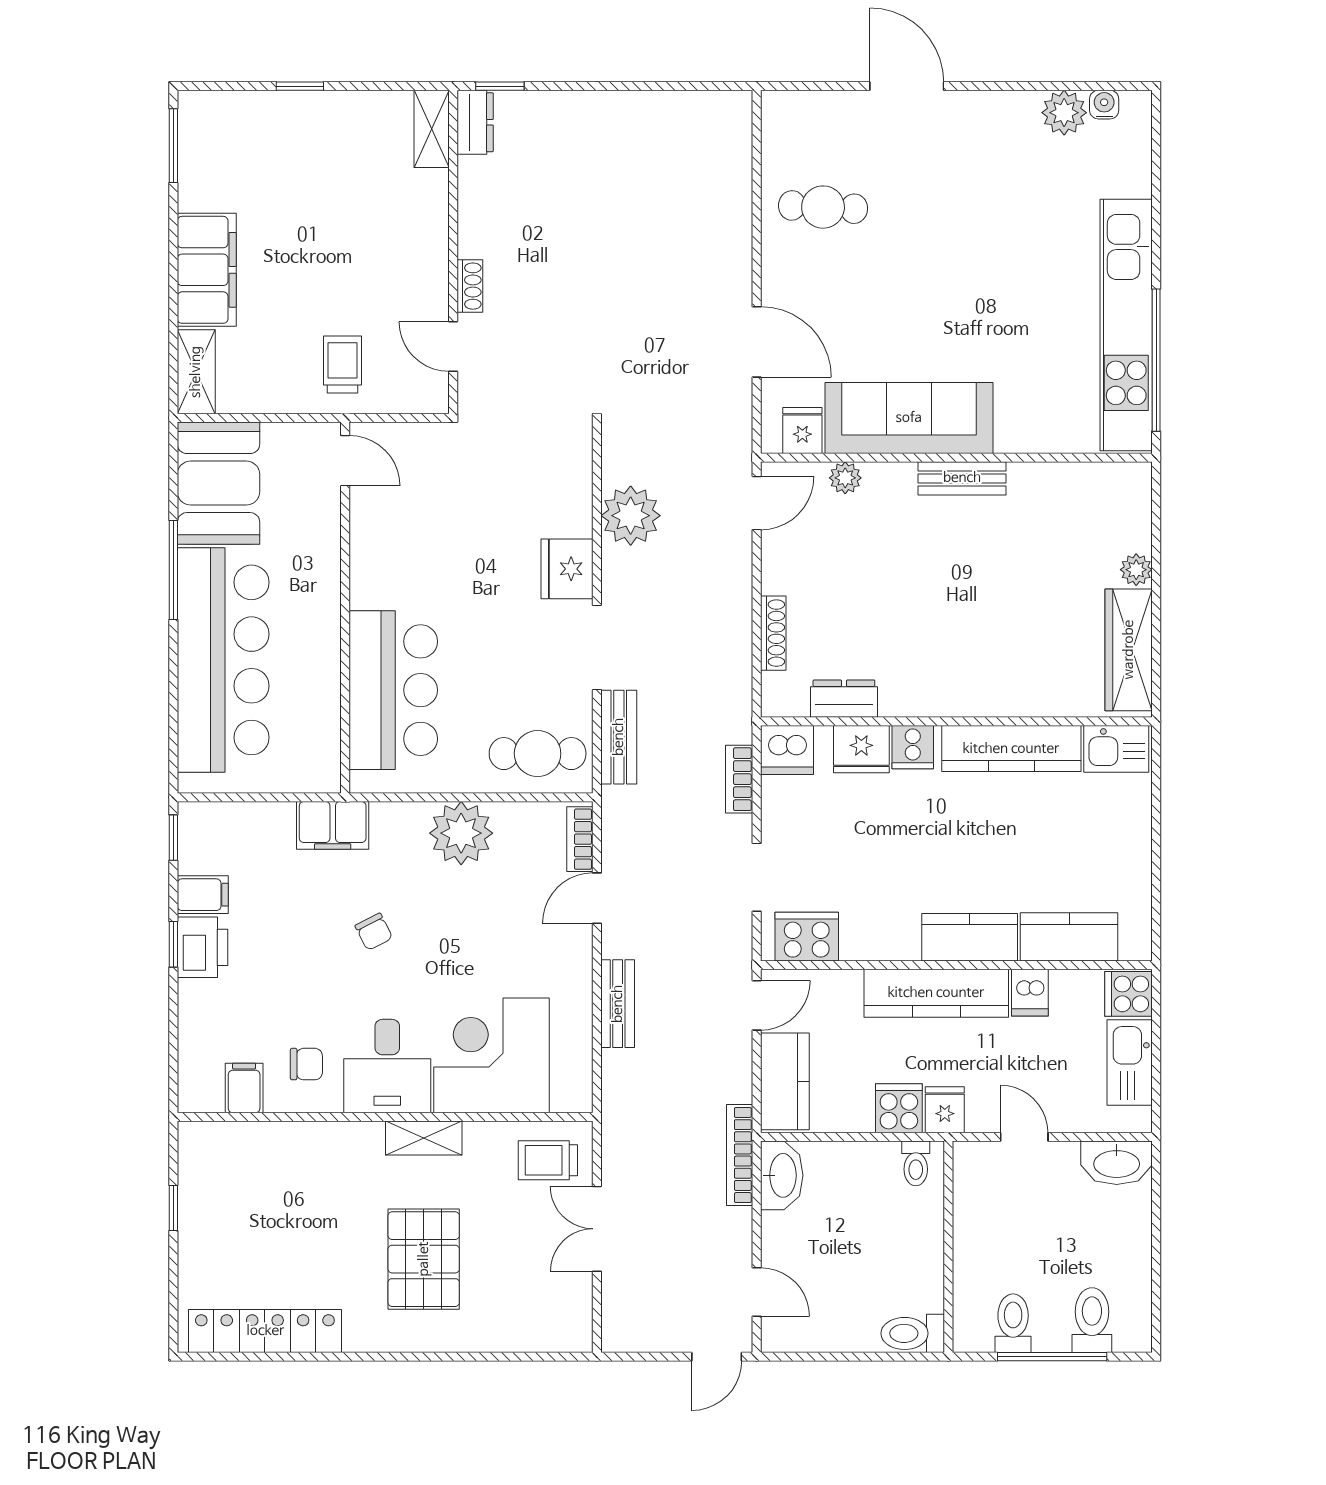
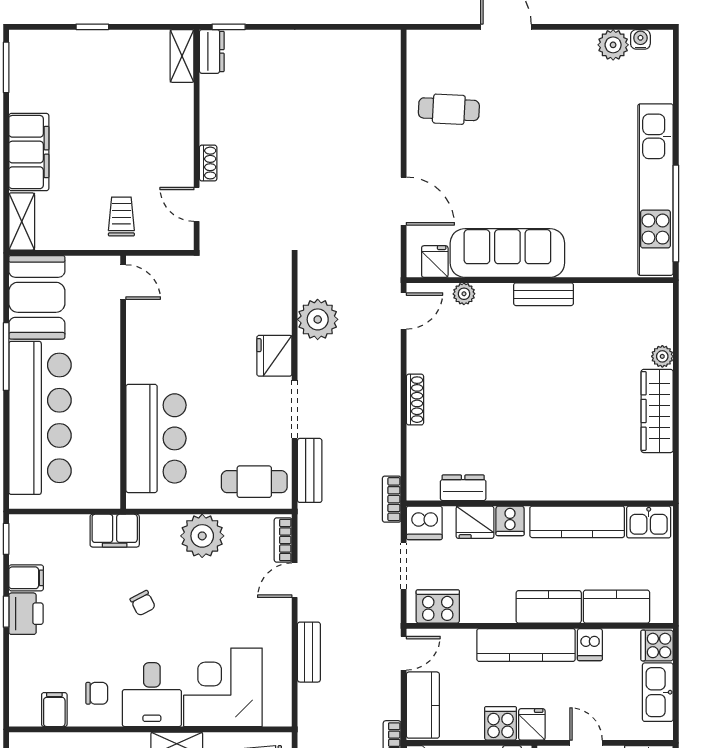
dresser: (844, 699) -> (463, 488), moved
wall: (956, 721) -> (540, 503), moved
cooker: (913, 747) -> (510, 521), moved
fridge: (861, 749) -> (475, 522), moved
kitchen counter: (1011, 749) -> (577, 522), moved
kitchen sink: (1116, 749) -> (649, 522), moved
dishwasher: (787, 750) -> (424, 523), moved

